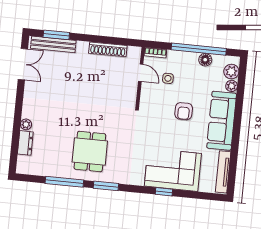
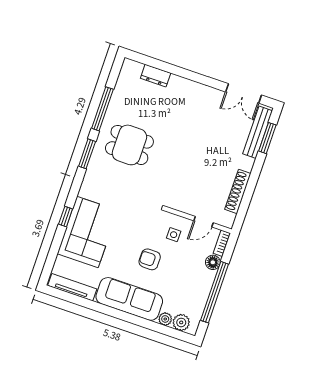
floor lamp: (205, 60) -> (213, 262), moved
side table: (168, 78) -> (174, 235), moved
plant: (26, 124) -> (176, 81), removed

